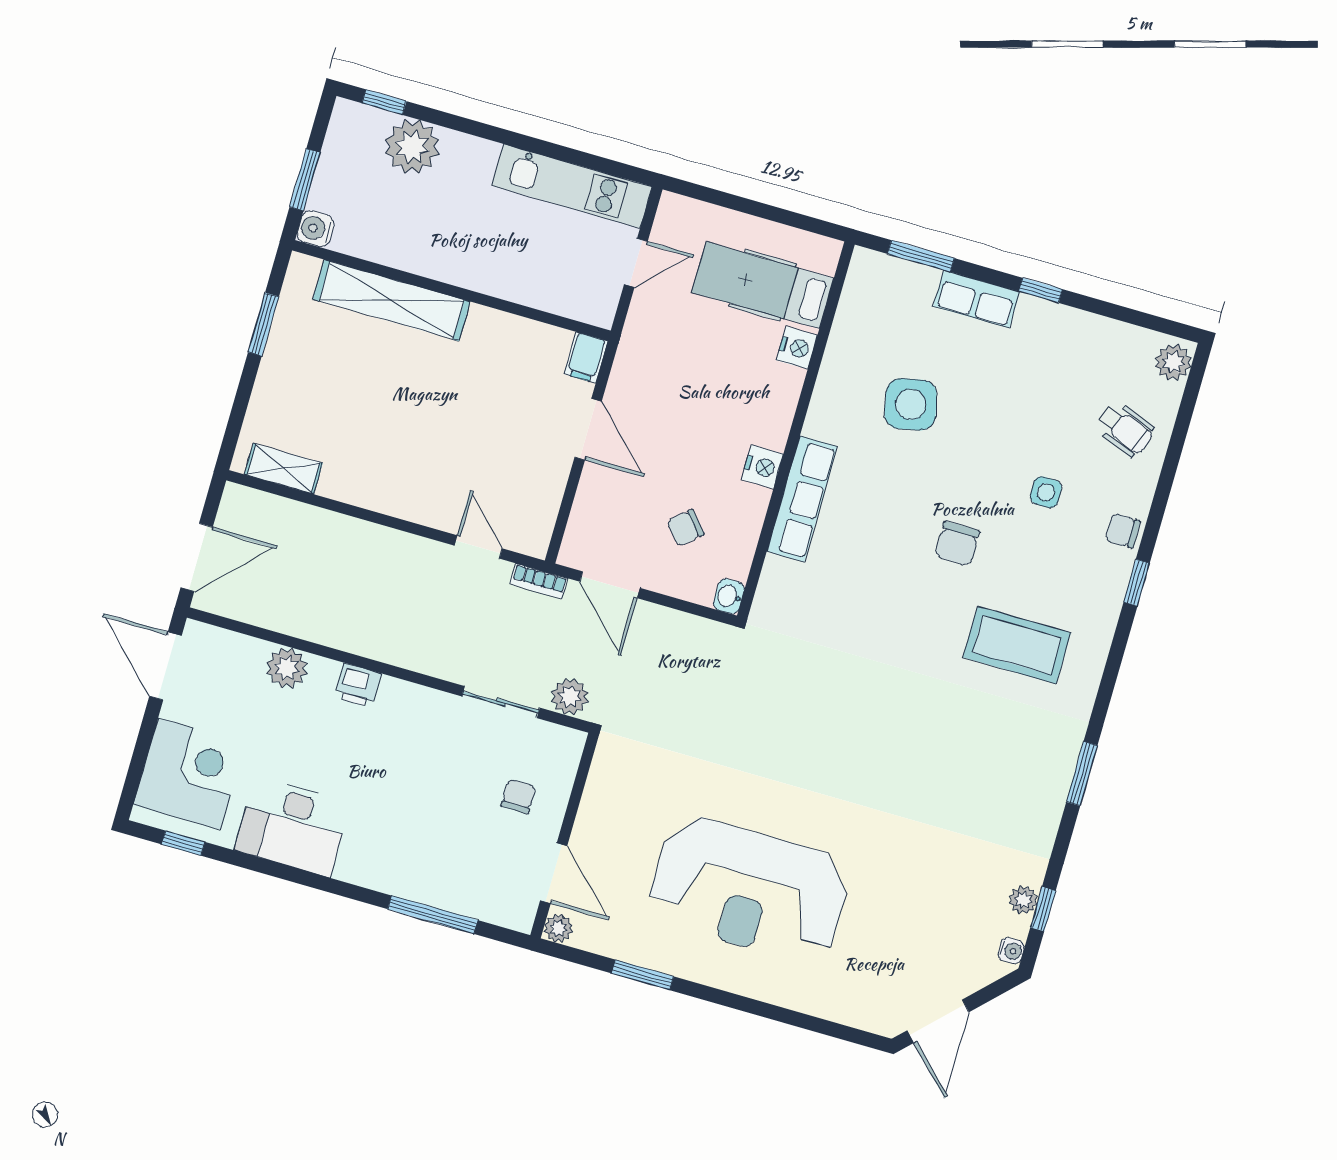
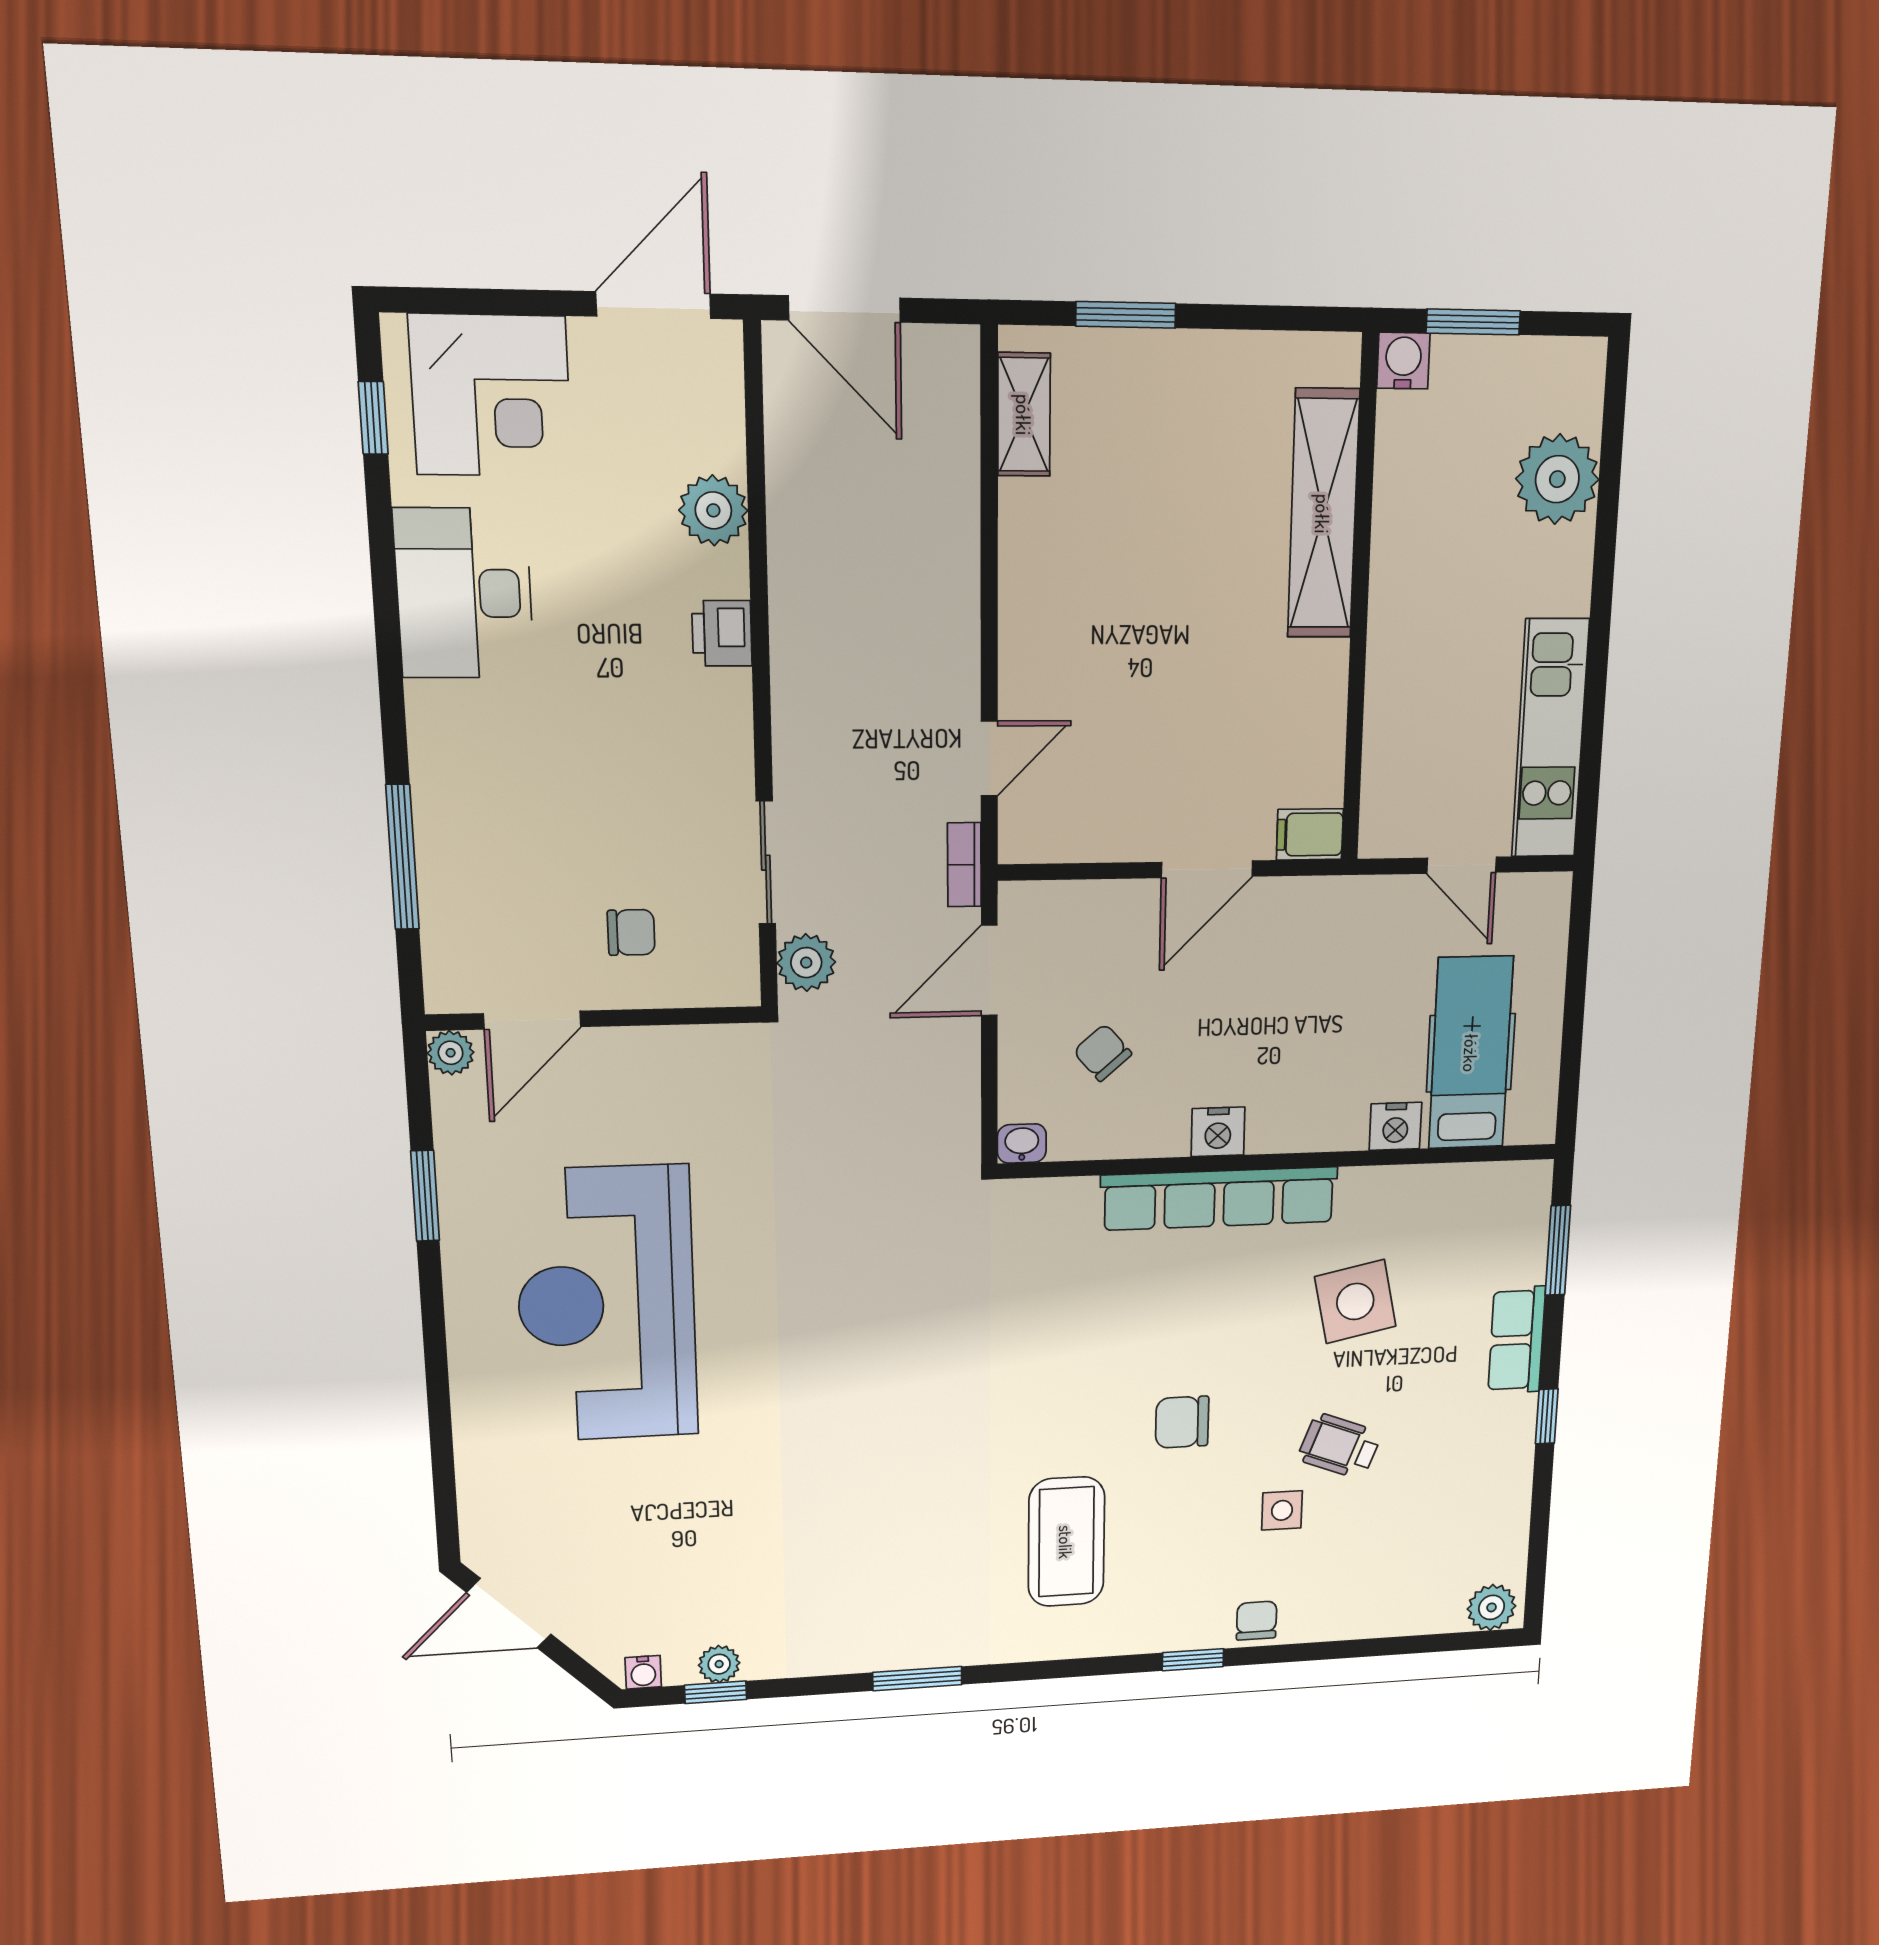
window: (384, 102) -> (1614, 416), removed
window: (263, 324) -> (1126, 315), moved
wheelchair: (1125, 429) -> (1340, 1446), moved, turned 90
row of seats: (802, 499) -> (1219, 1199), width x1.36

